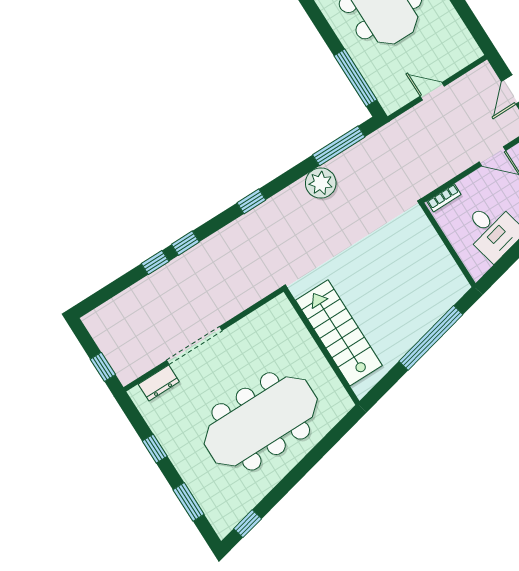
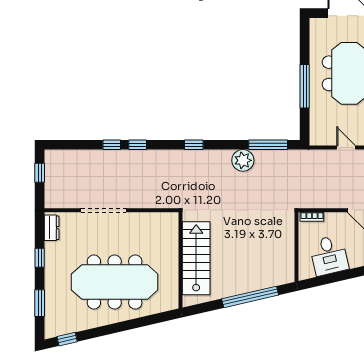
window: (355, 78) -> (305, 86), moved
window: (103, 367) -> (40, 173), moved
dresser: (159, 383) -> (52, 228), moved, turned -90

